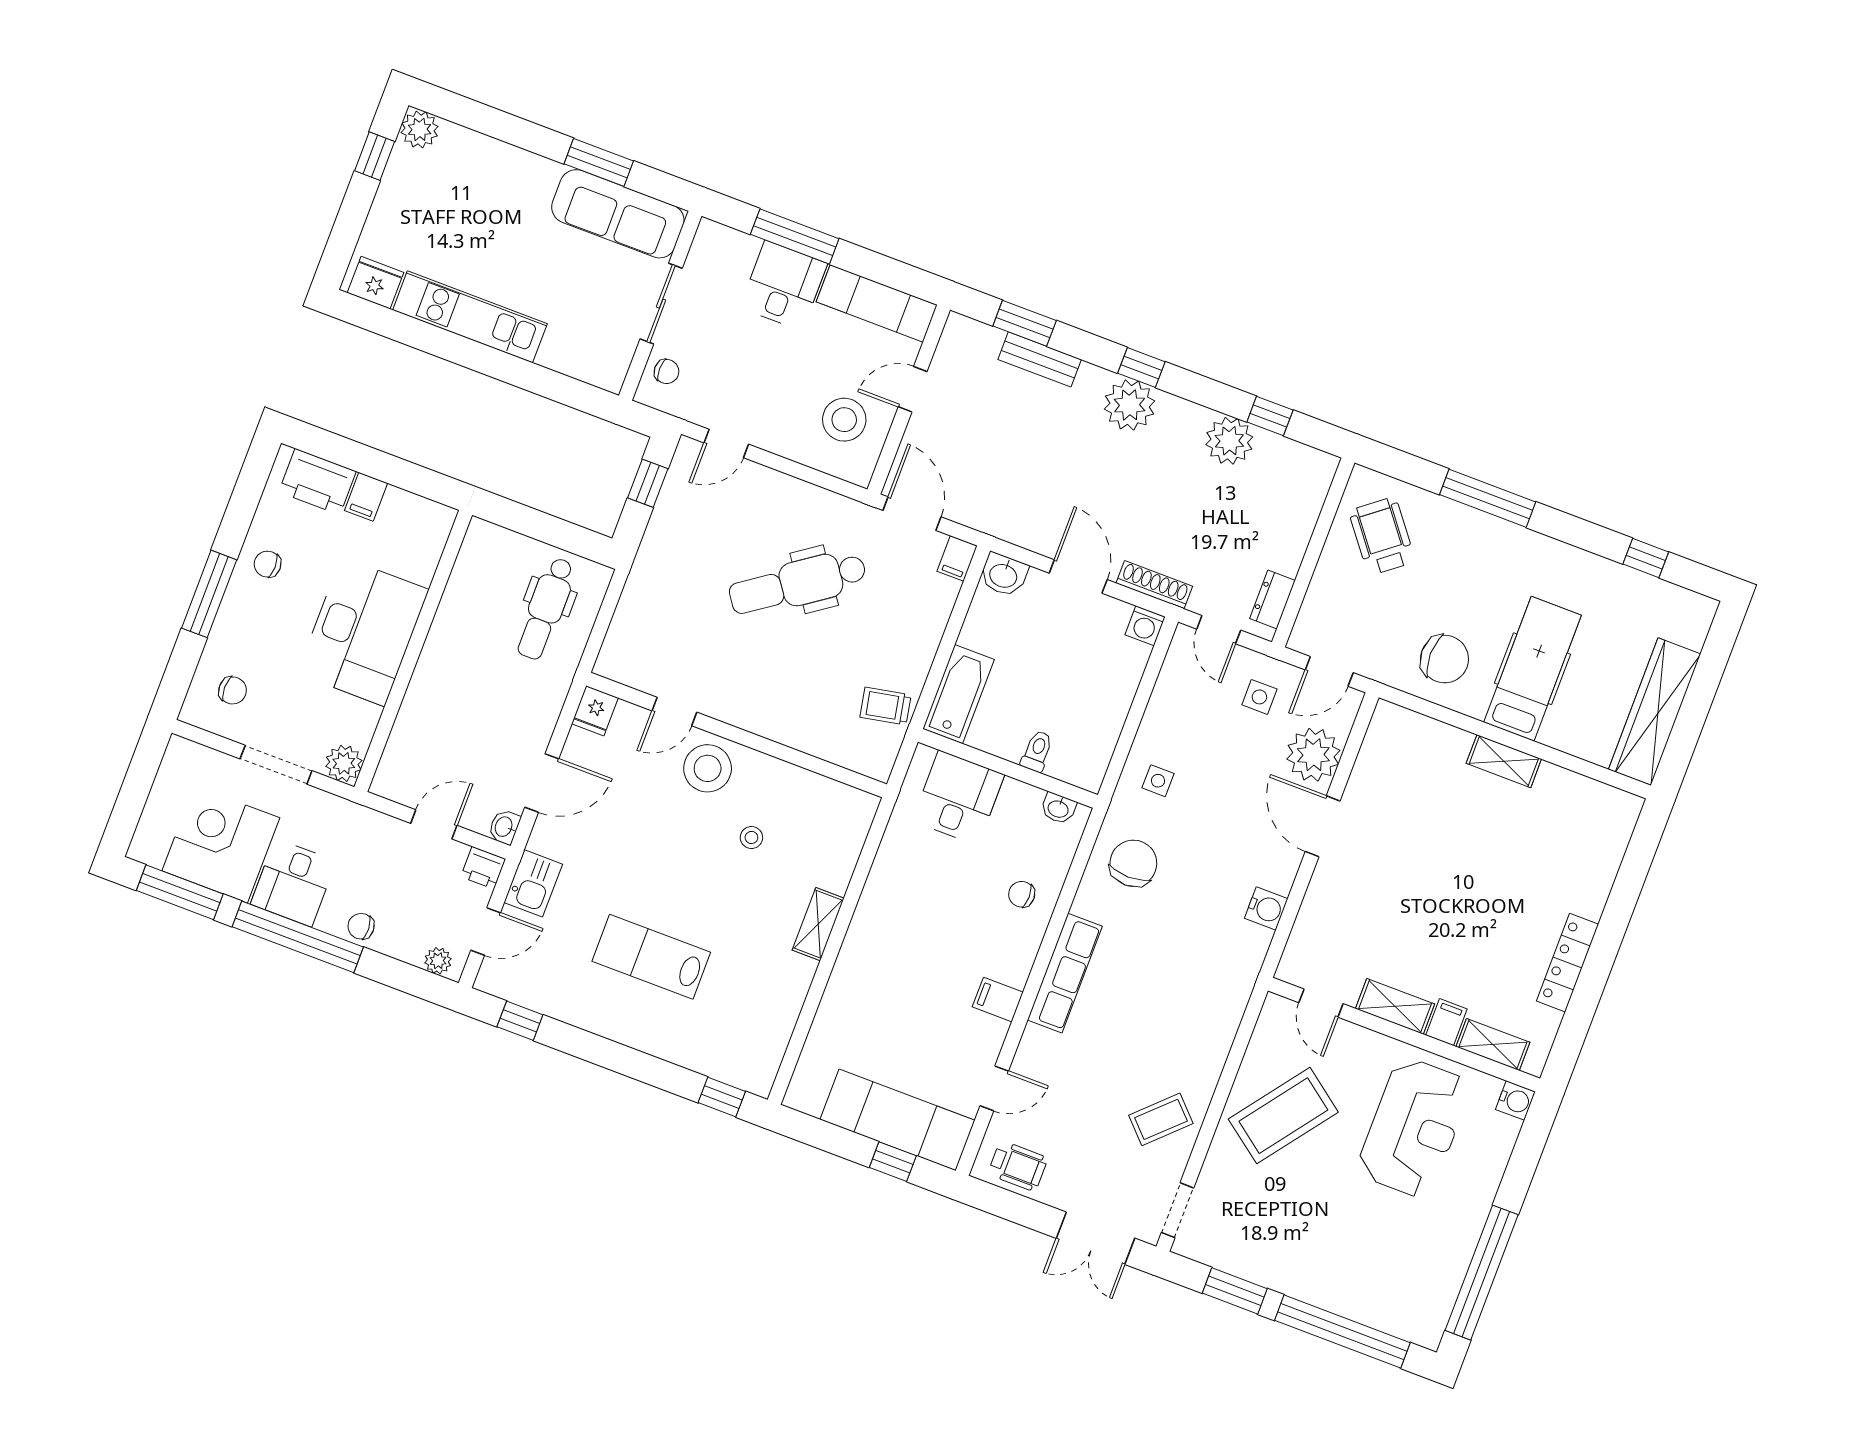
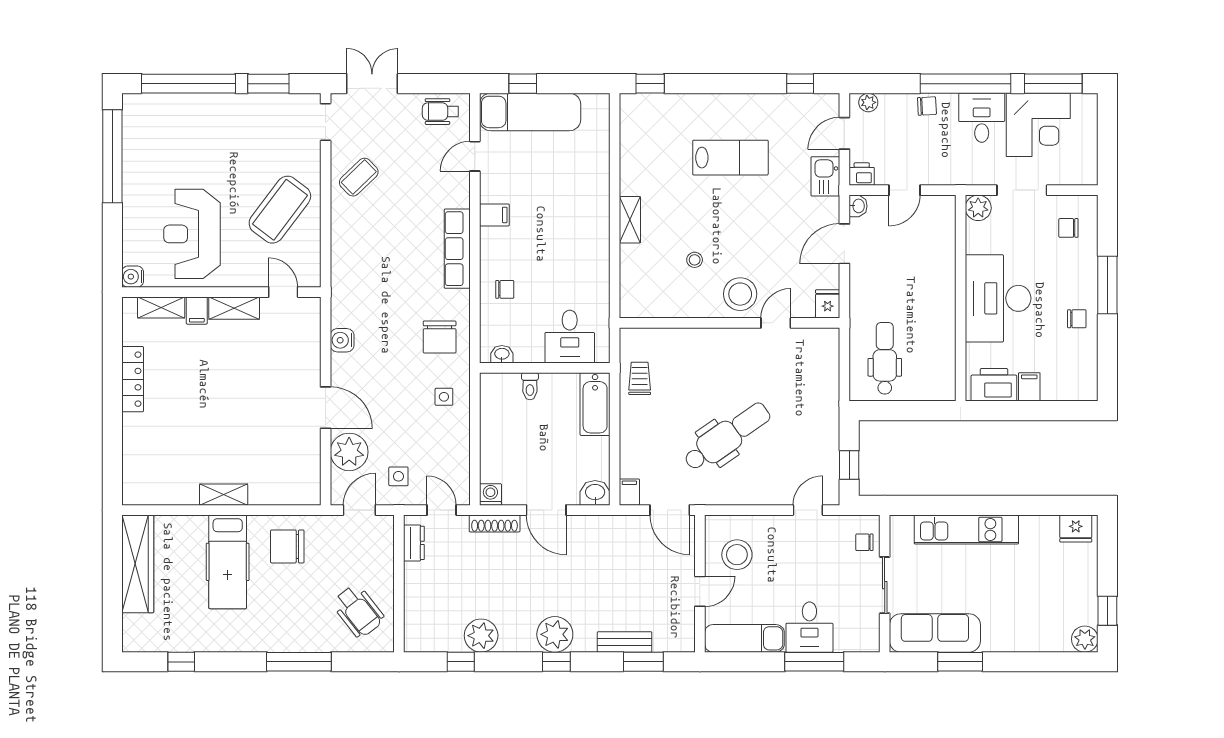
kitchen unit: (470, 317) -> (966, 530), moved
printer: (317, 482) -> (994, 385), moved
trolley: (886, 706) -> (640, 378), turned -79

